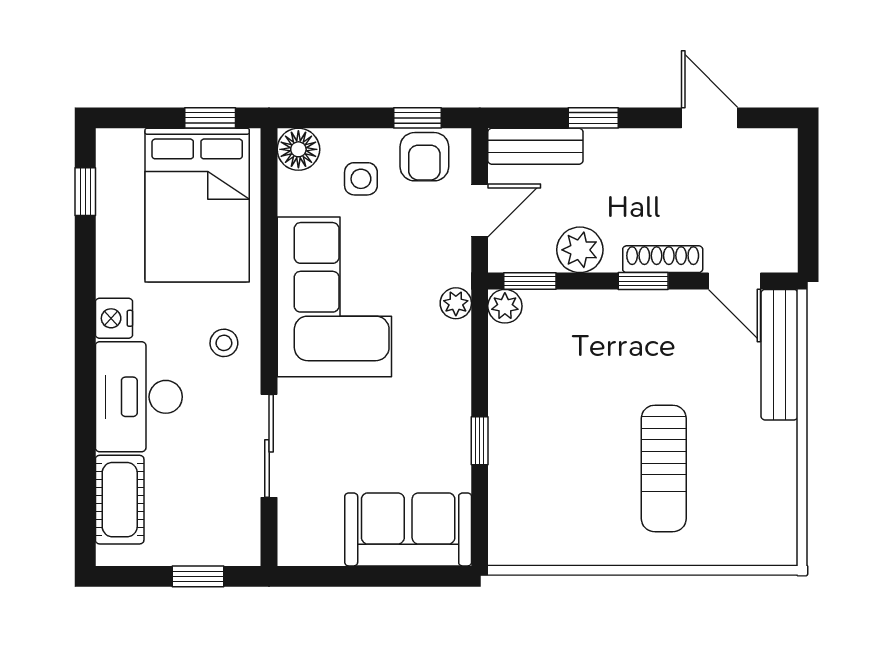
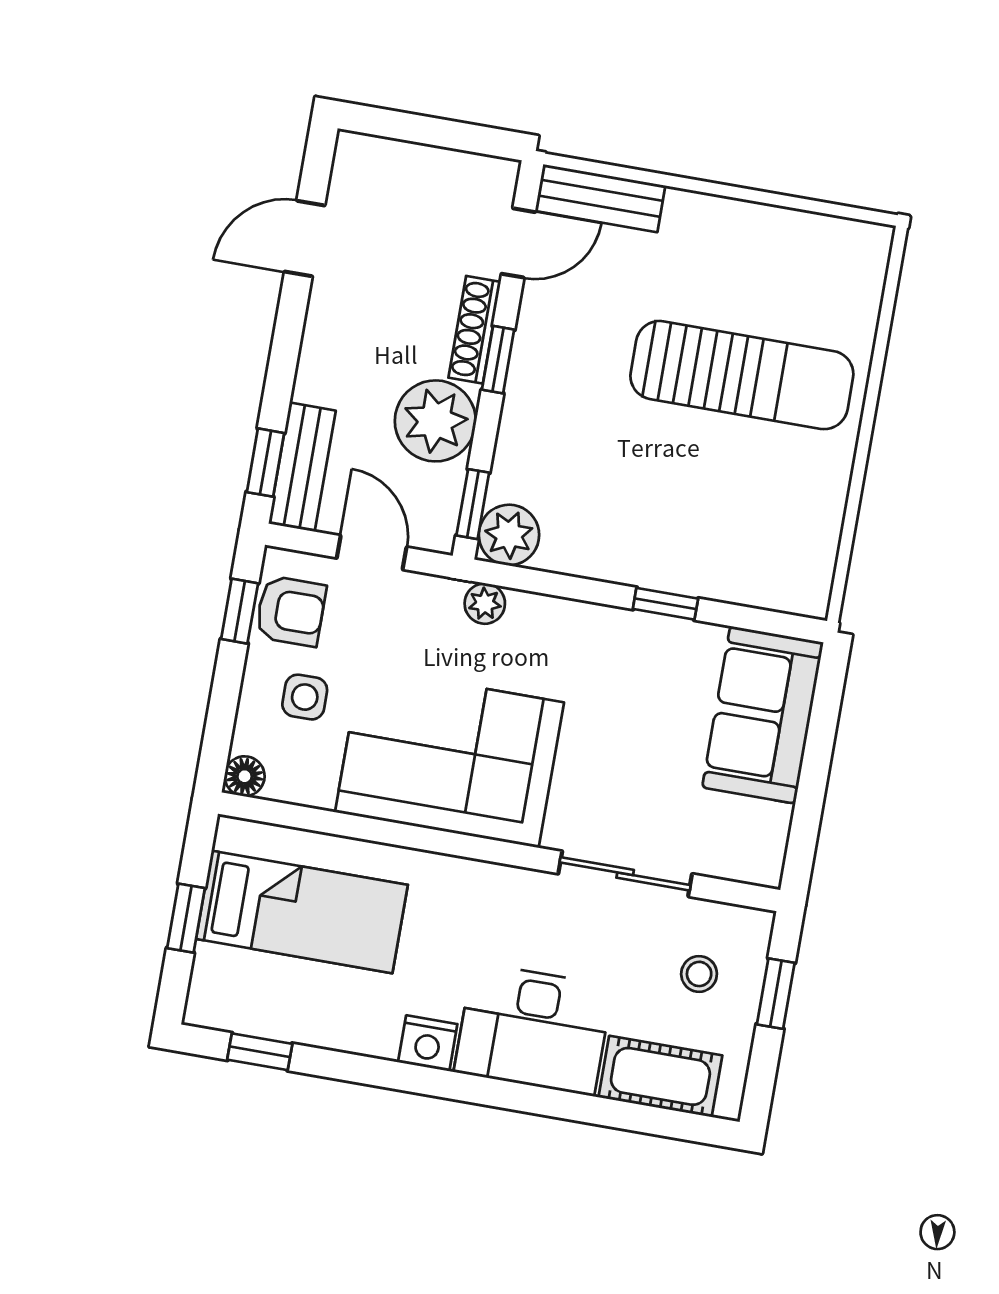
window: (210, 118) -> (186, 918), moved
window: (593, 118) -> (265, 463), moved
floor lamp: (298, 149) -> (245, 776), width x0.73, depth x0.73
bed: (197, 205) -> (302, 912), width x0.67
plant: (580, 250) -> (435, 421), width x1.36, depth x1.36
plant: (505, 306) -> (509, 535), width x1.38, depth x1.38
stool: (224, 343) -> (699, 974), moved
bench: (779, 355) -> (600, 198), width x0.73
sun lounger: (664, 468) -> (742, 375), width x1.36, depth x1.34

